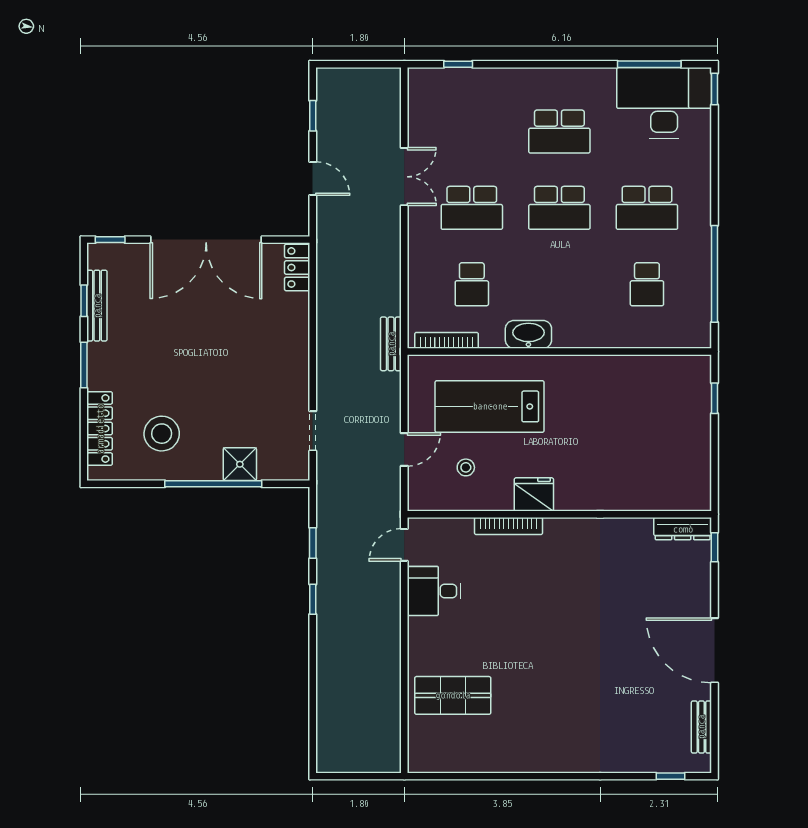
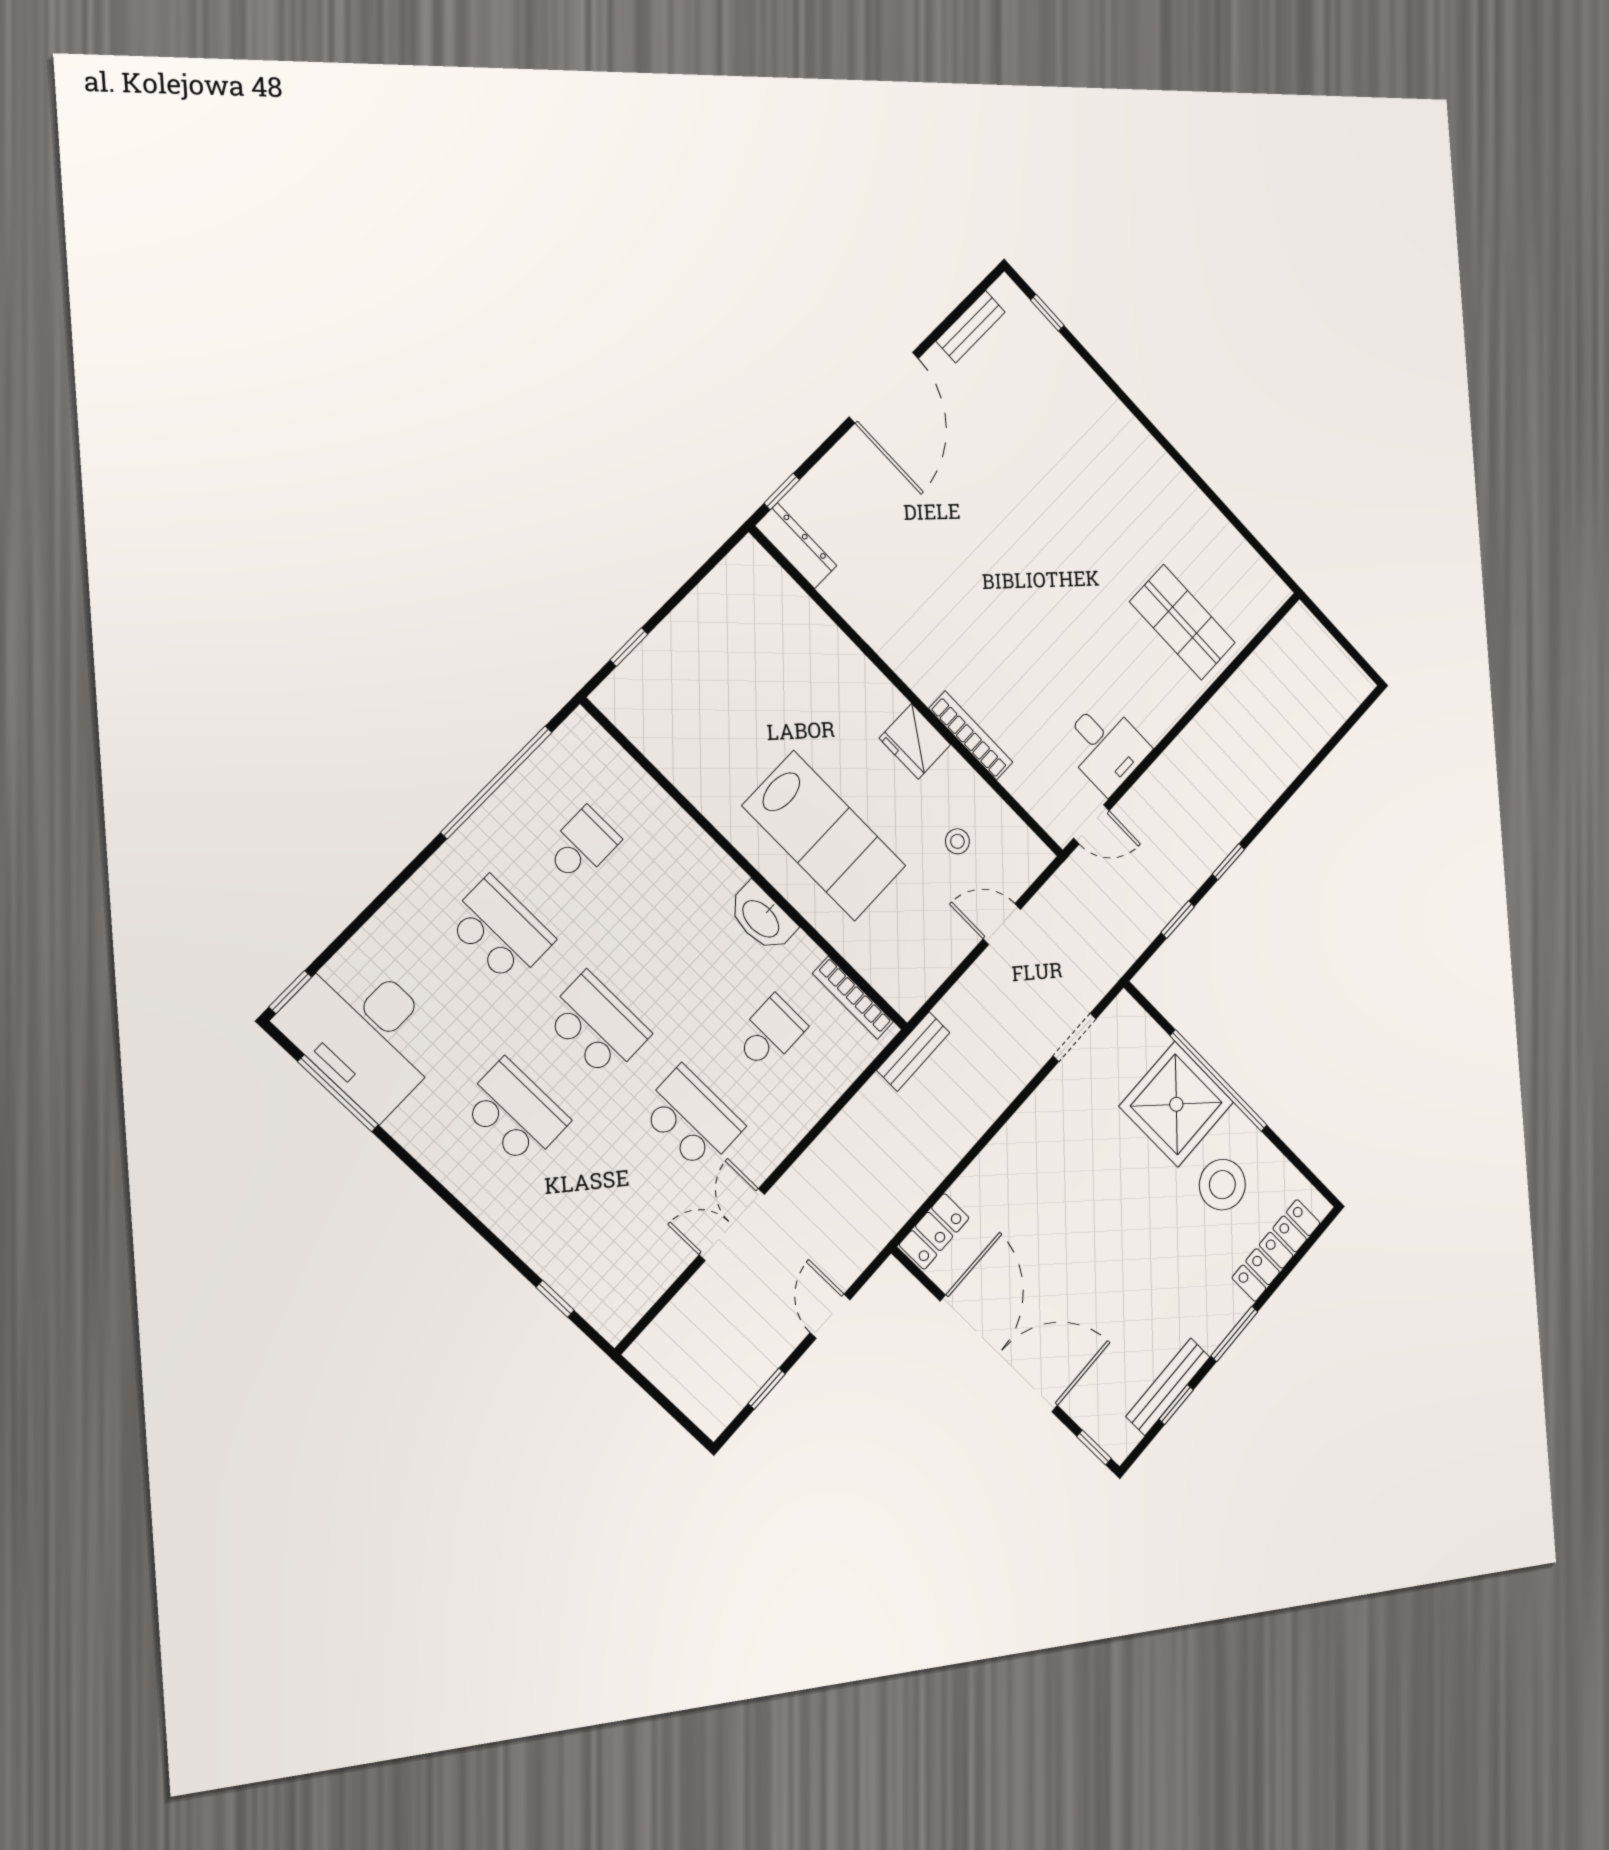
lab bench: (490, 406) -> (824, 836), moved
shower: (240, 464) -> (1176, 1104), width x1.86, depth x1.86

